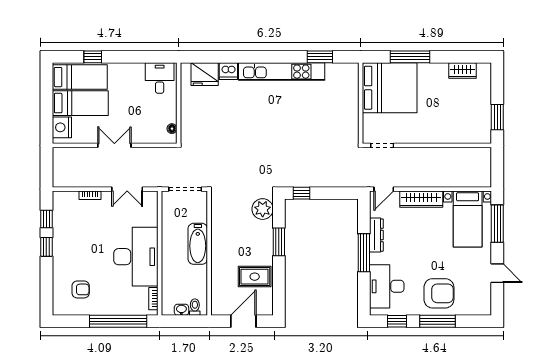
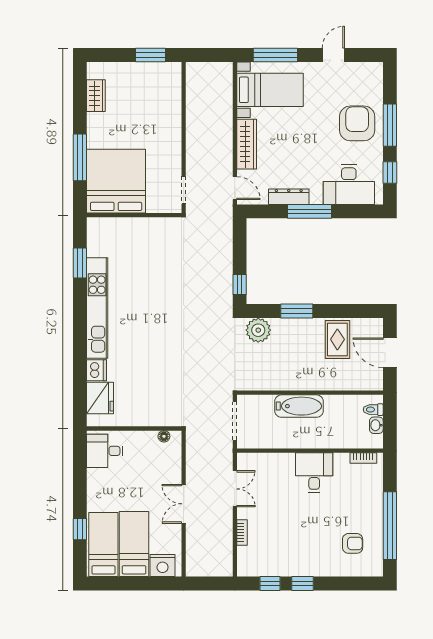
desk: (136, 257) -> (314, 473), width x0.53, depth x0.77
armchair: (81, 289) -> (353, 543), turned 90
window: (118, 321) -> (390, 526), moved

